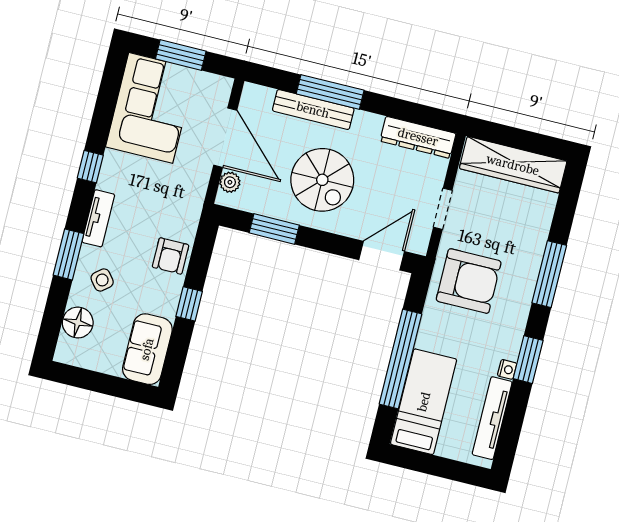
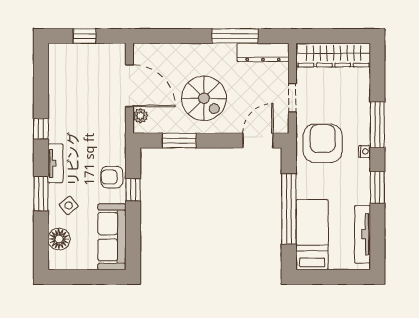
window: (181, 55) -> (85, 36), width x0.67
window: (330, 92) -> (235, 36), moved
corner sofa: (151, 108) -> (73, 78), removed
bench: (313, 110) -> (186, 51), removed
armchair: (171, 256) -> (112, 177), turned 90
armchair: (469, 281) -> (323, 143), turned -90
window: (189, 304) -> (133, 190), moved
sofa: (147, 349) -> (112, 237), width x1.36
nightstand: (507, 369) -> (364, 151), moved

